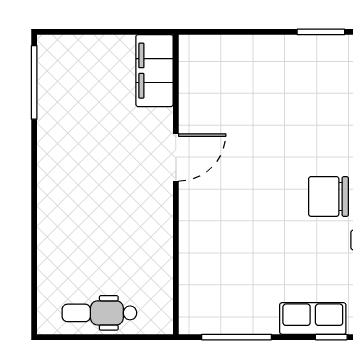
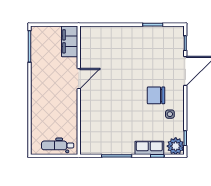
filing cabinet: (154, 71) -> (70, 41), moved
door: (176, 157) -> (79, 79), moved
wall: (176, 184) -> (79, 90), moved

